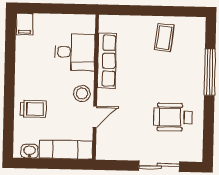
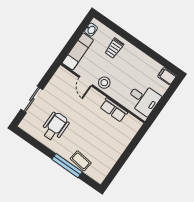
coffee table: (164, 38) -> (81, 161), moved
desk: (75, 52) -> (143, 99), moved, turned -90
row of seats: (107, 61) -> (114, 110), width x0.68

